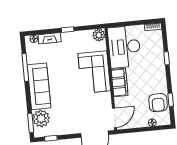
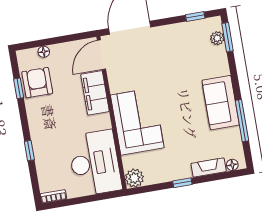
filing cabinet: (120, 83) -> (95, 93), moved
sofa: (39, 86) -> (221, 103), width x0.73
plant: (41, 118) -> (217, 38), width x0.53, depth x0.53

